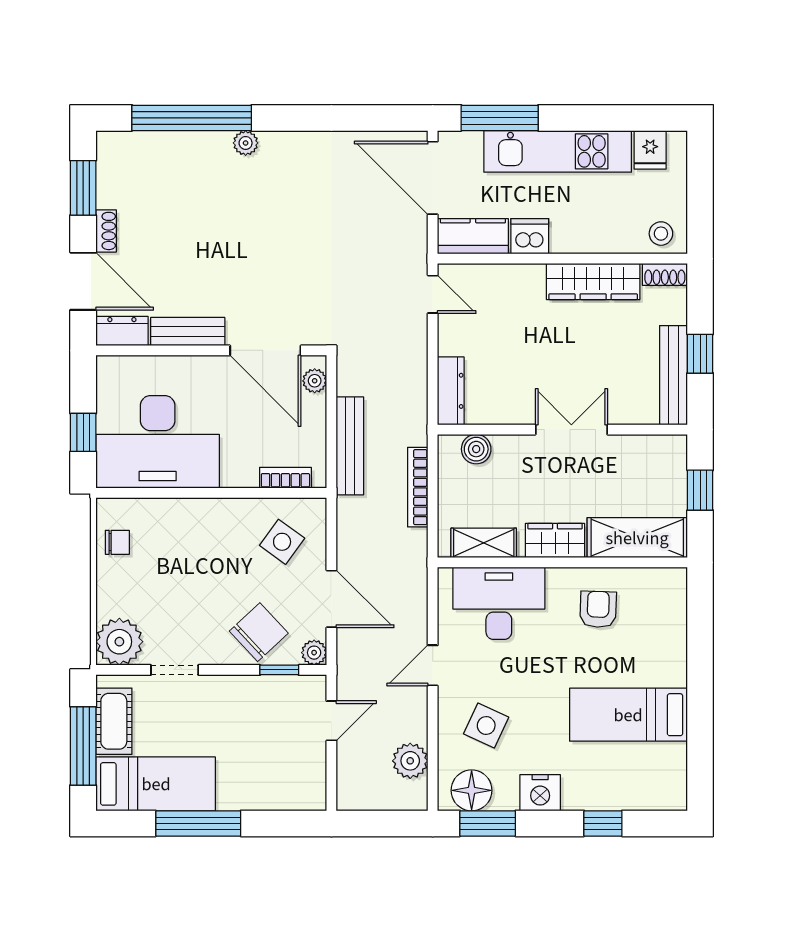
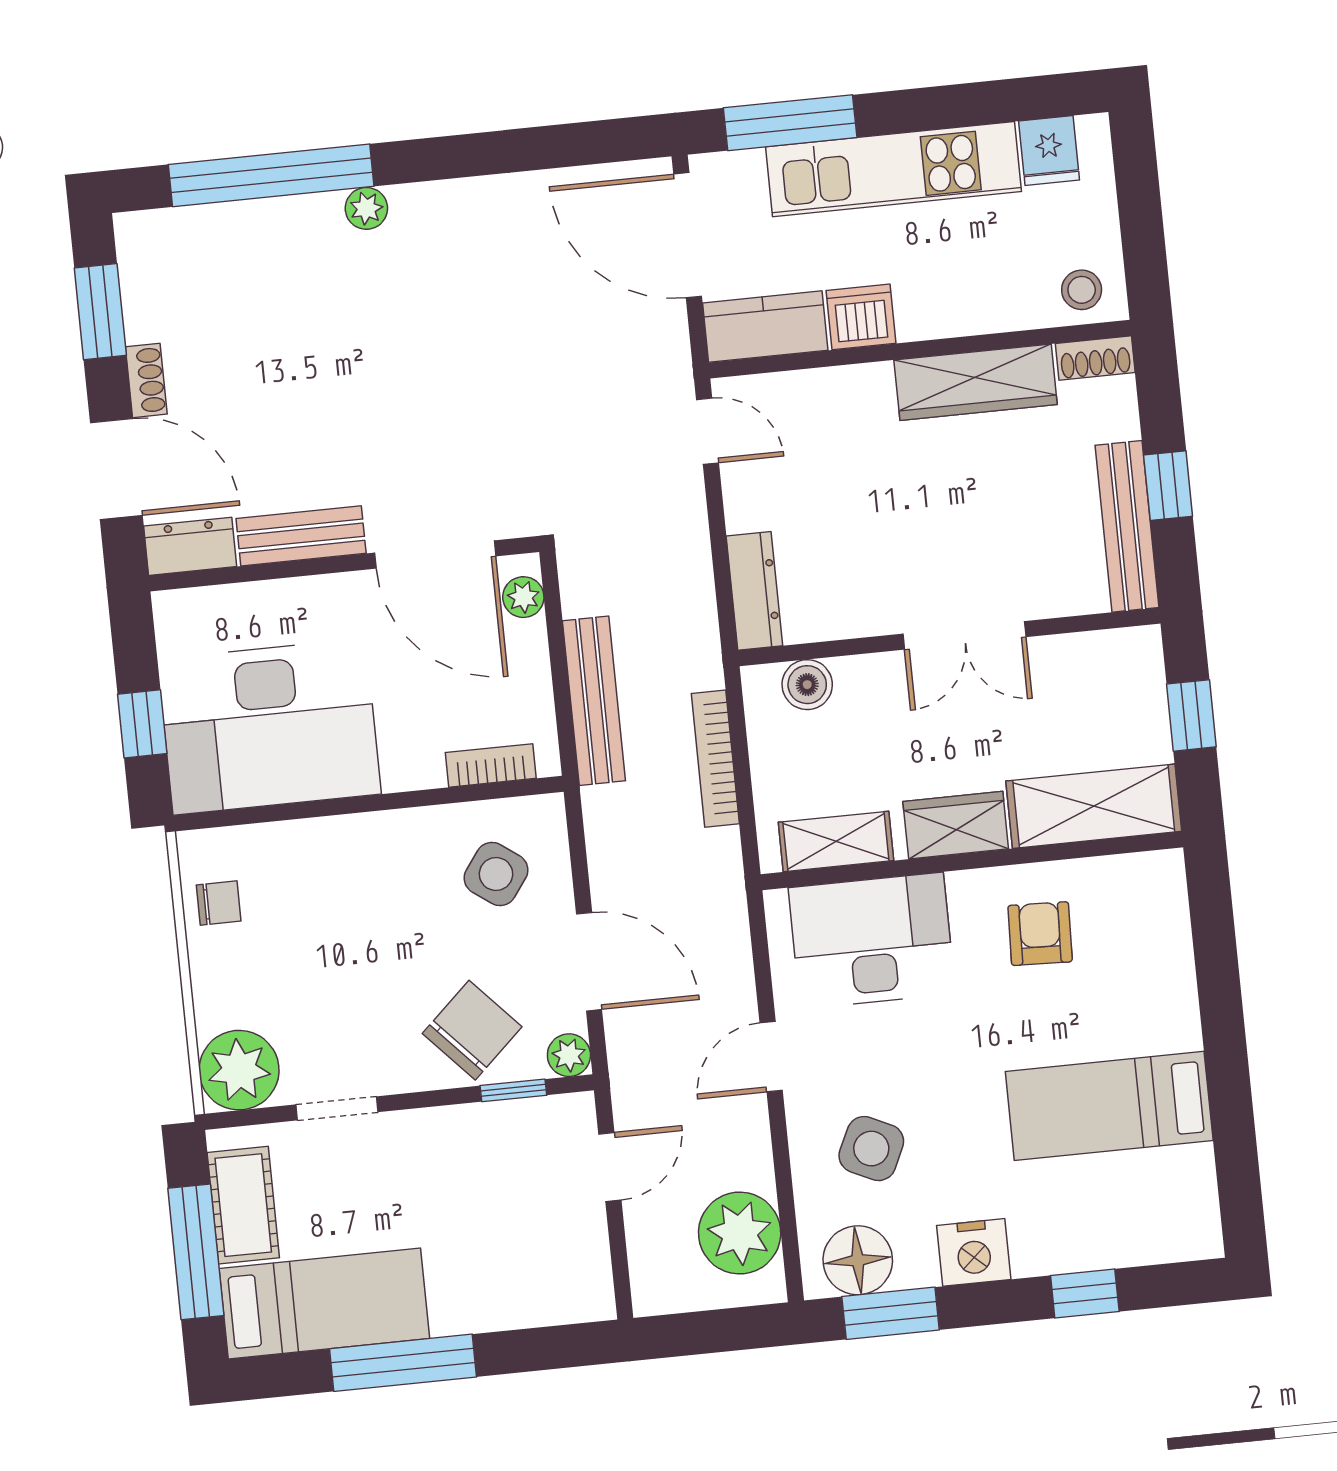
double door: (571, 430) -> (964, 635), swing flipped
plant: (410, 761) -> (740, 1233), width x1.36, depth x1.36

